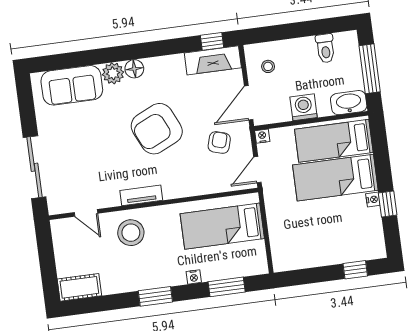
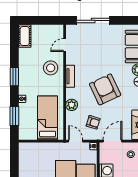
door: (249, 103) -> (113, 141), hinge flipped
plant: (193, 186) -> (72, 105), added

